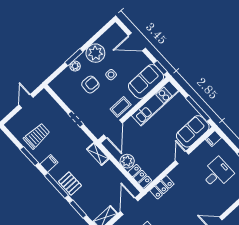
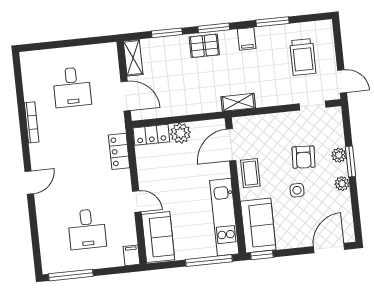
door: (137, 42) -> (329, 248), moved
plant: (95, 53) -> (342, 184), width x0.53, depth x0.53
door: (26, 101) -> (342, 81), moved
window: (198, 108) -> (209, 261), moved
doorway: (76, 119) -> (313, 105), moved
door: (113, 129) -> (231, 145), hinge flipped
trolley: (37, 136) -> (303, 57), moved
shelving: (98, 154) -> (238, 102), moved
window: (56, 186) -> (214, 28), width x0.69

